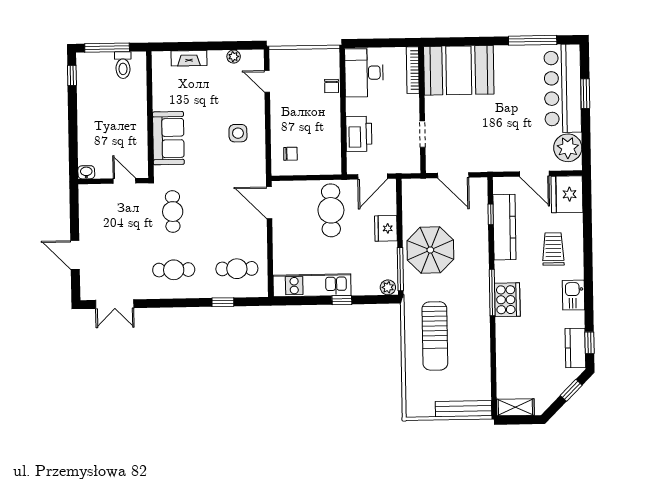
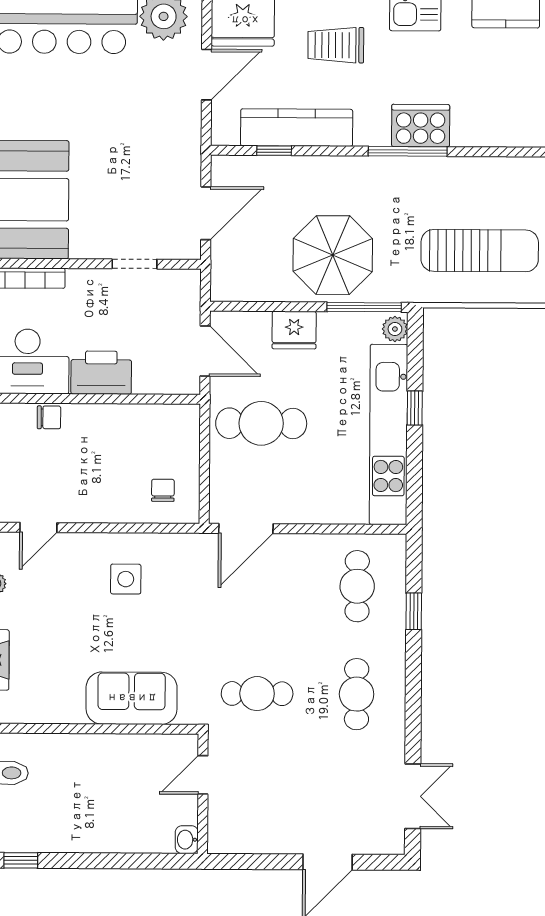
printer: (359, 134) -> (101, 373), moved
kitchen unit: (312, 285) -> (389, 434), width x1.36

